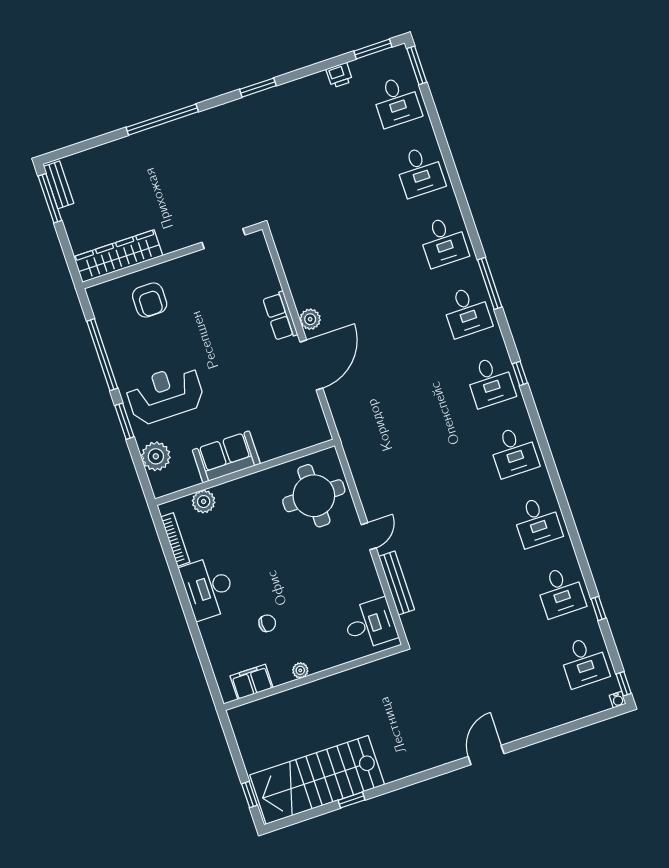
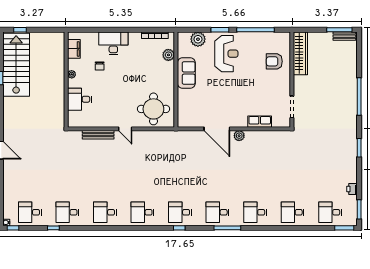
row of seats: (280, 316) -> (260, 122), moved
desk: (208, 588) -> (113, 43), moved
desk: (370, 624) -> (80, 99), moved, turned 90

